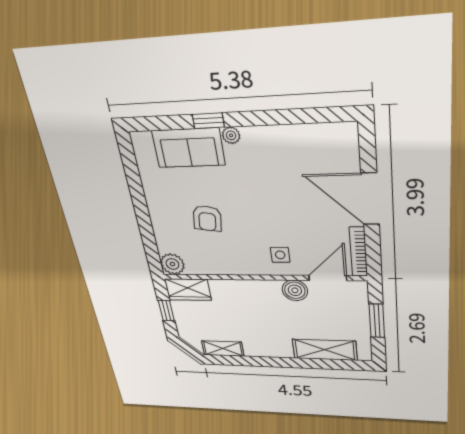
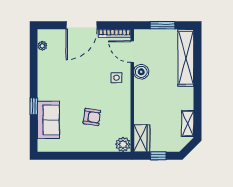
plant: (231, 135) -> (42, 46), moved
shelving: (325, 350) -> (186, 58), width x1.47

